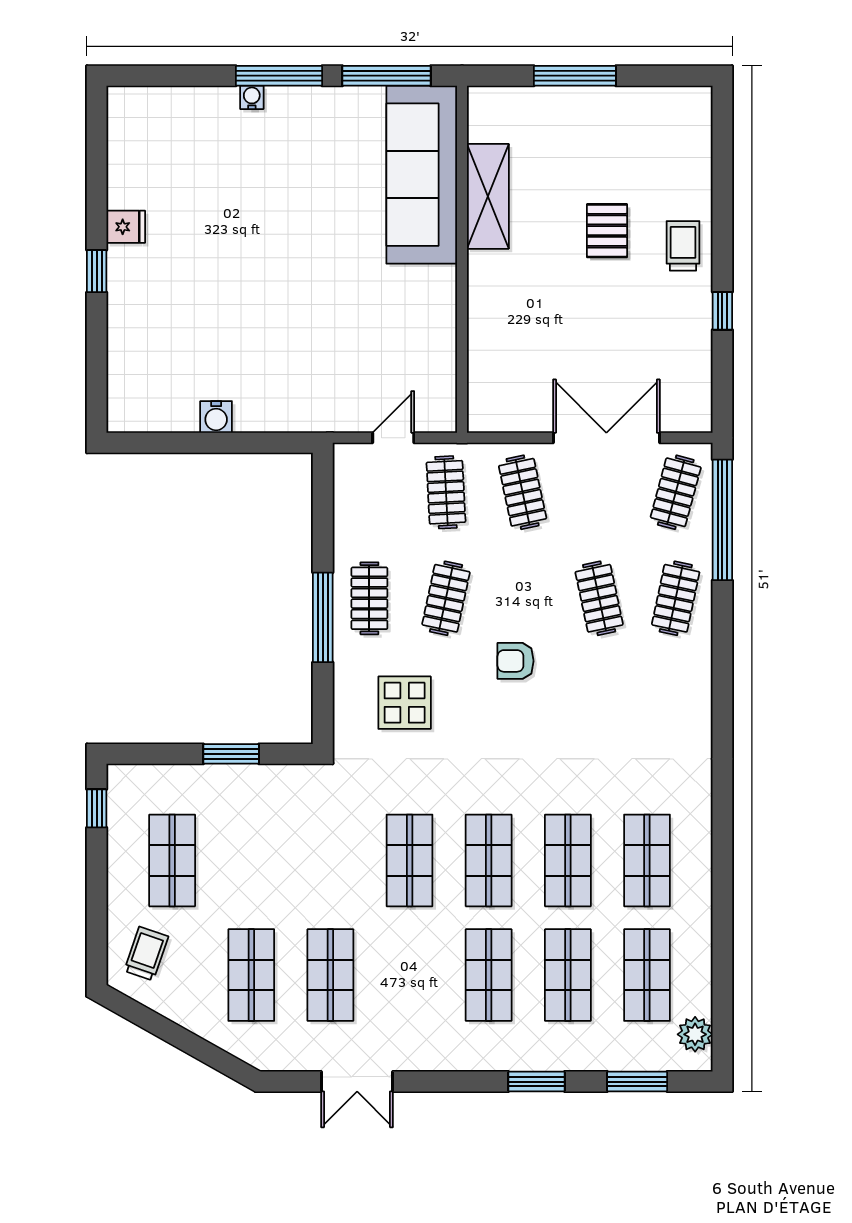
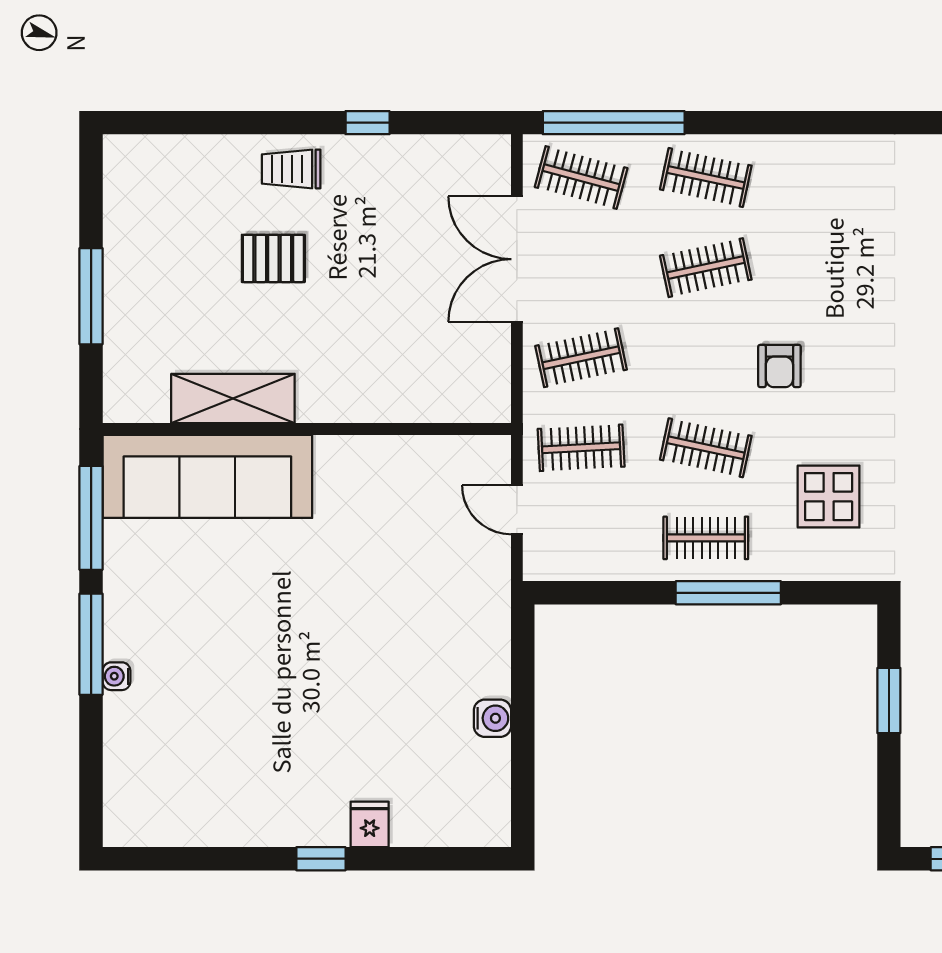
fridge: (126, 227) -> (370, 824), moved

